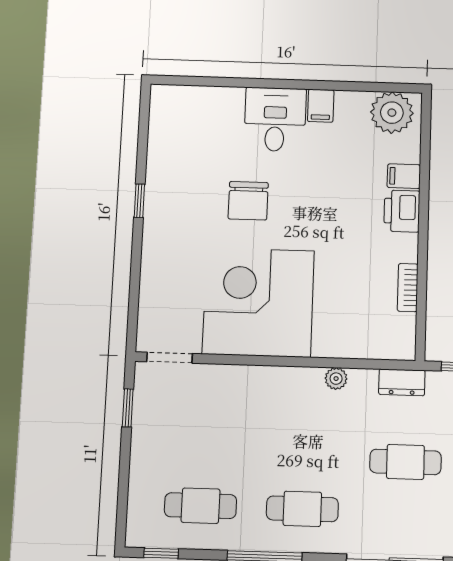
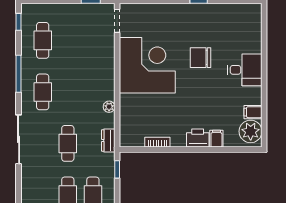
filing cabinet: (321, 106) -> (253, 112), moved

